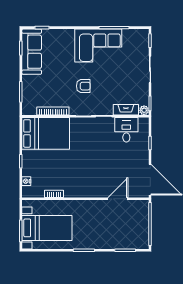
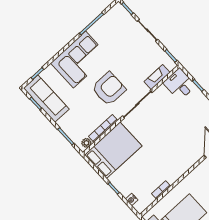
corner sofa: (98, 46) -> (80, 59), moved
armchair: (83, 86) -> (109, 89), width x1.88, depth x1.88
plant: (144, 110) -> (86, 143), moved
desk: (126, 130) -> (180, 84), moved

